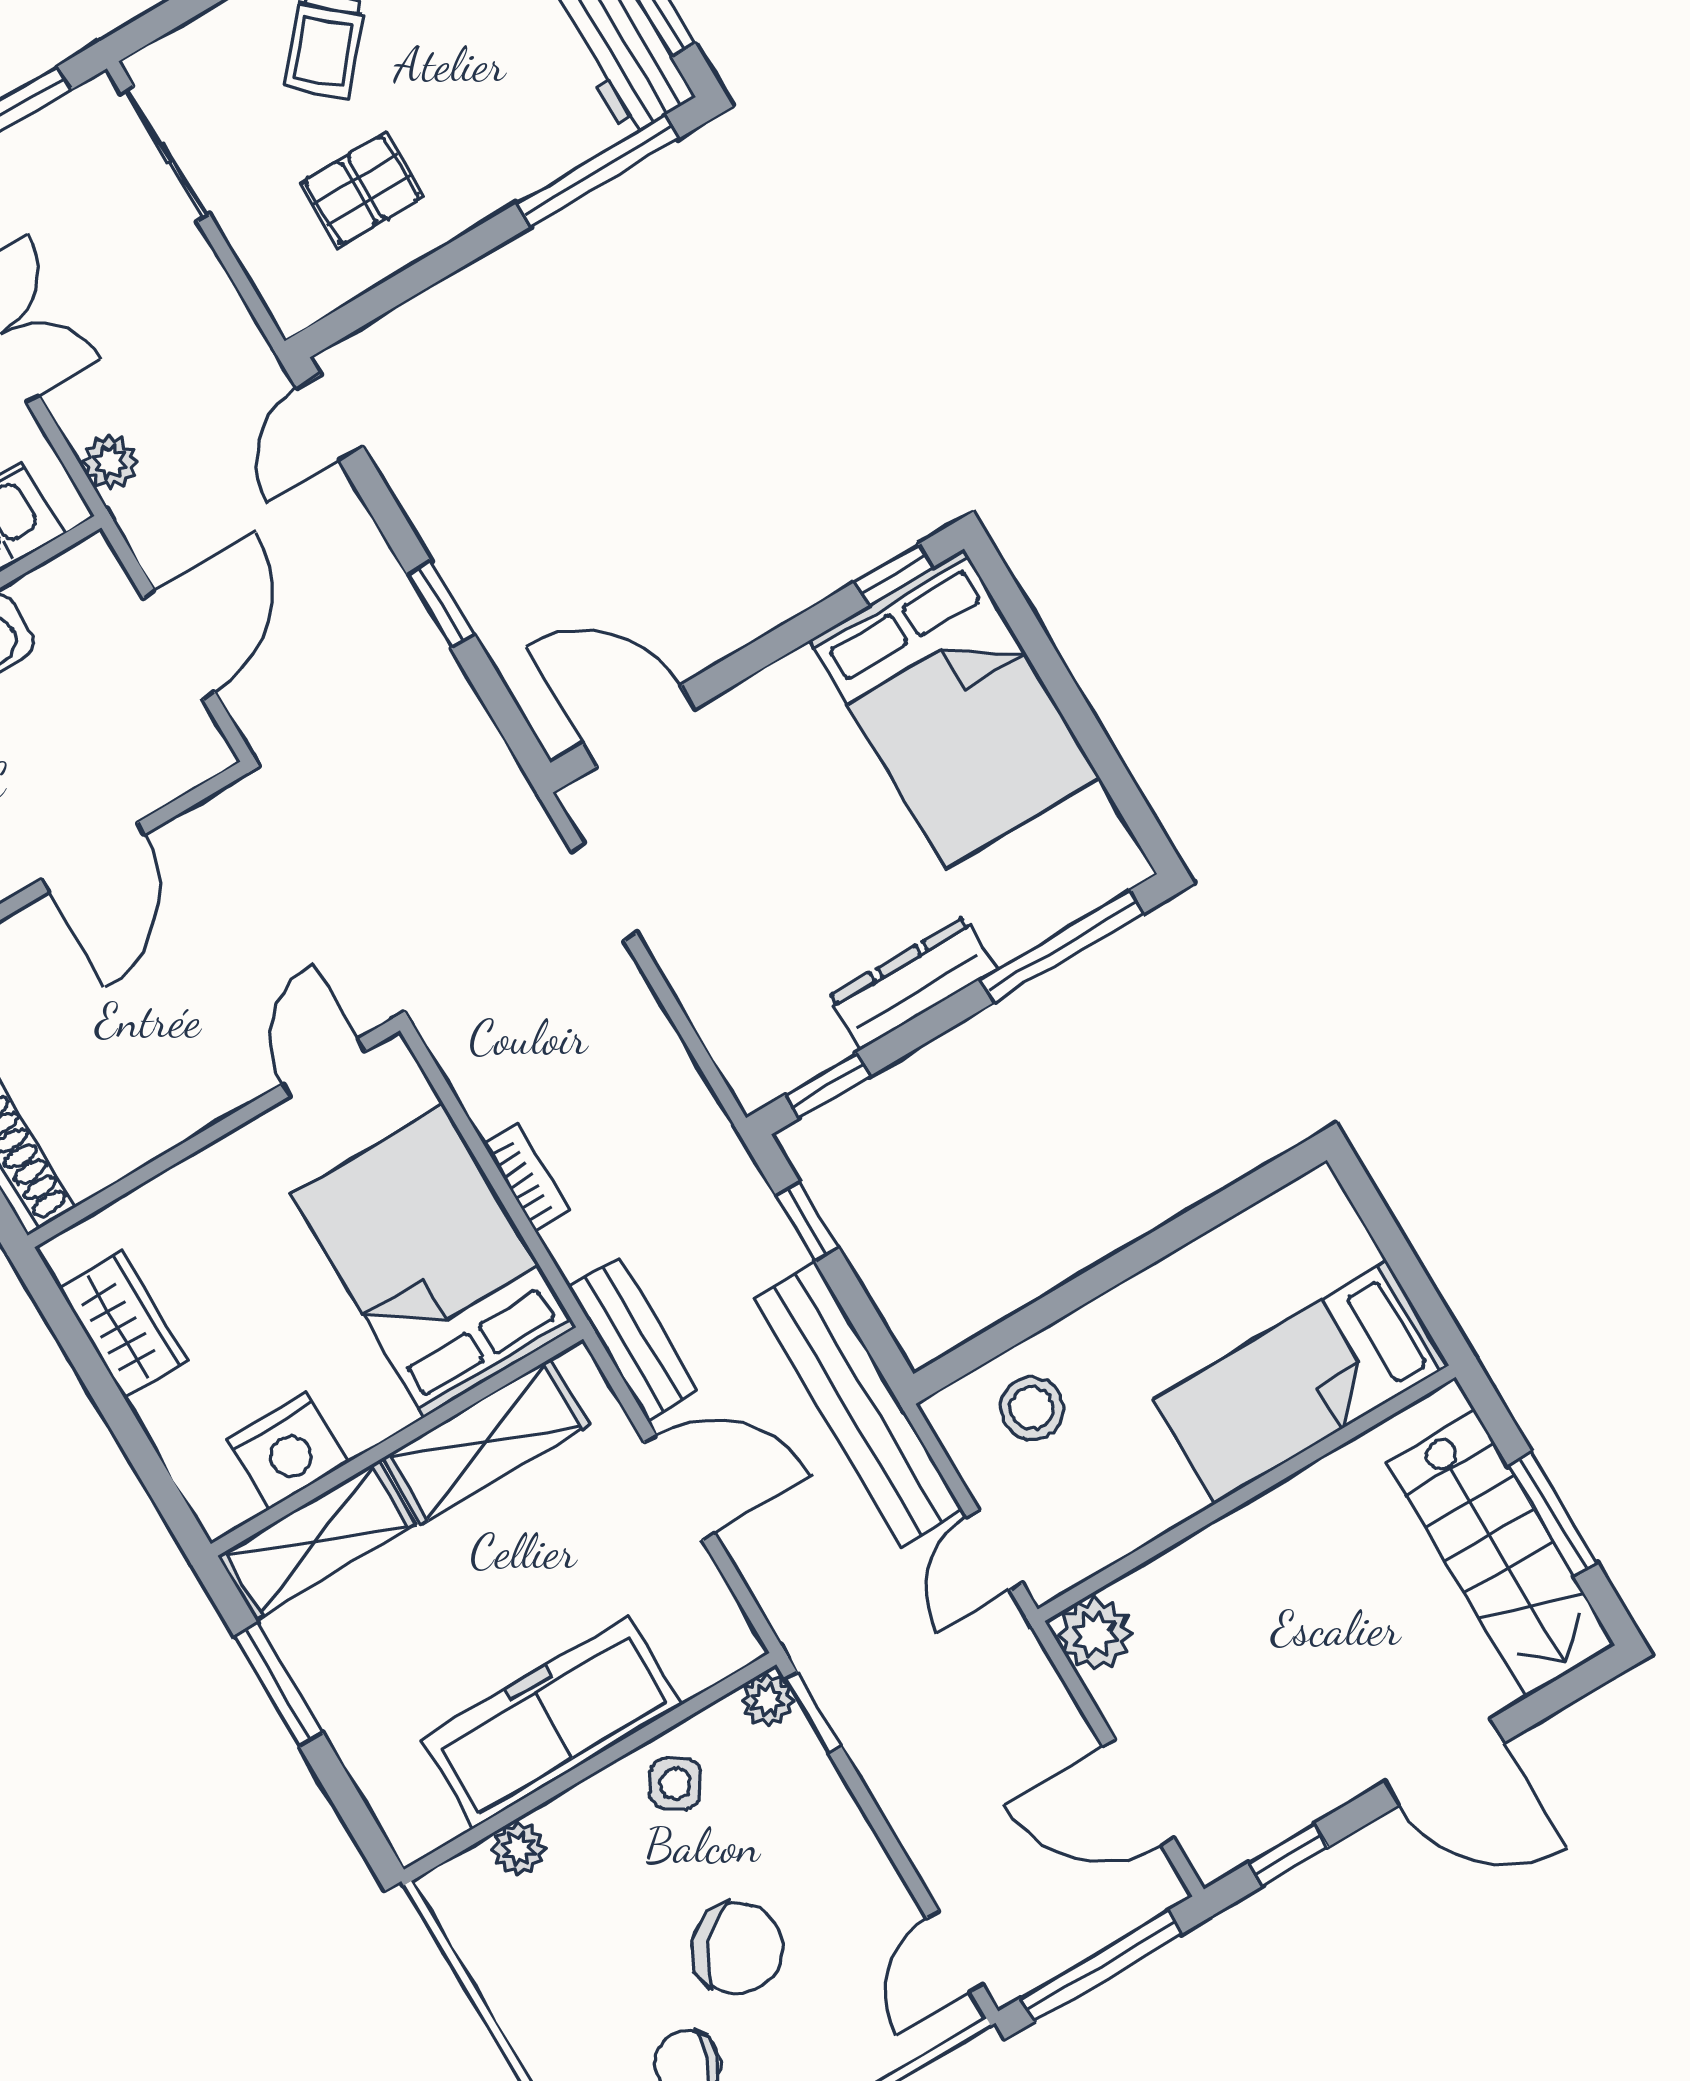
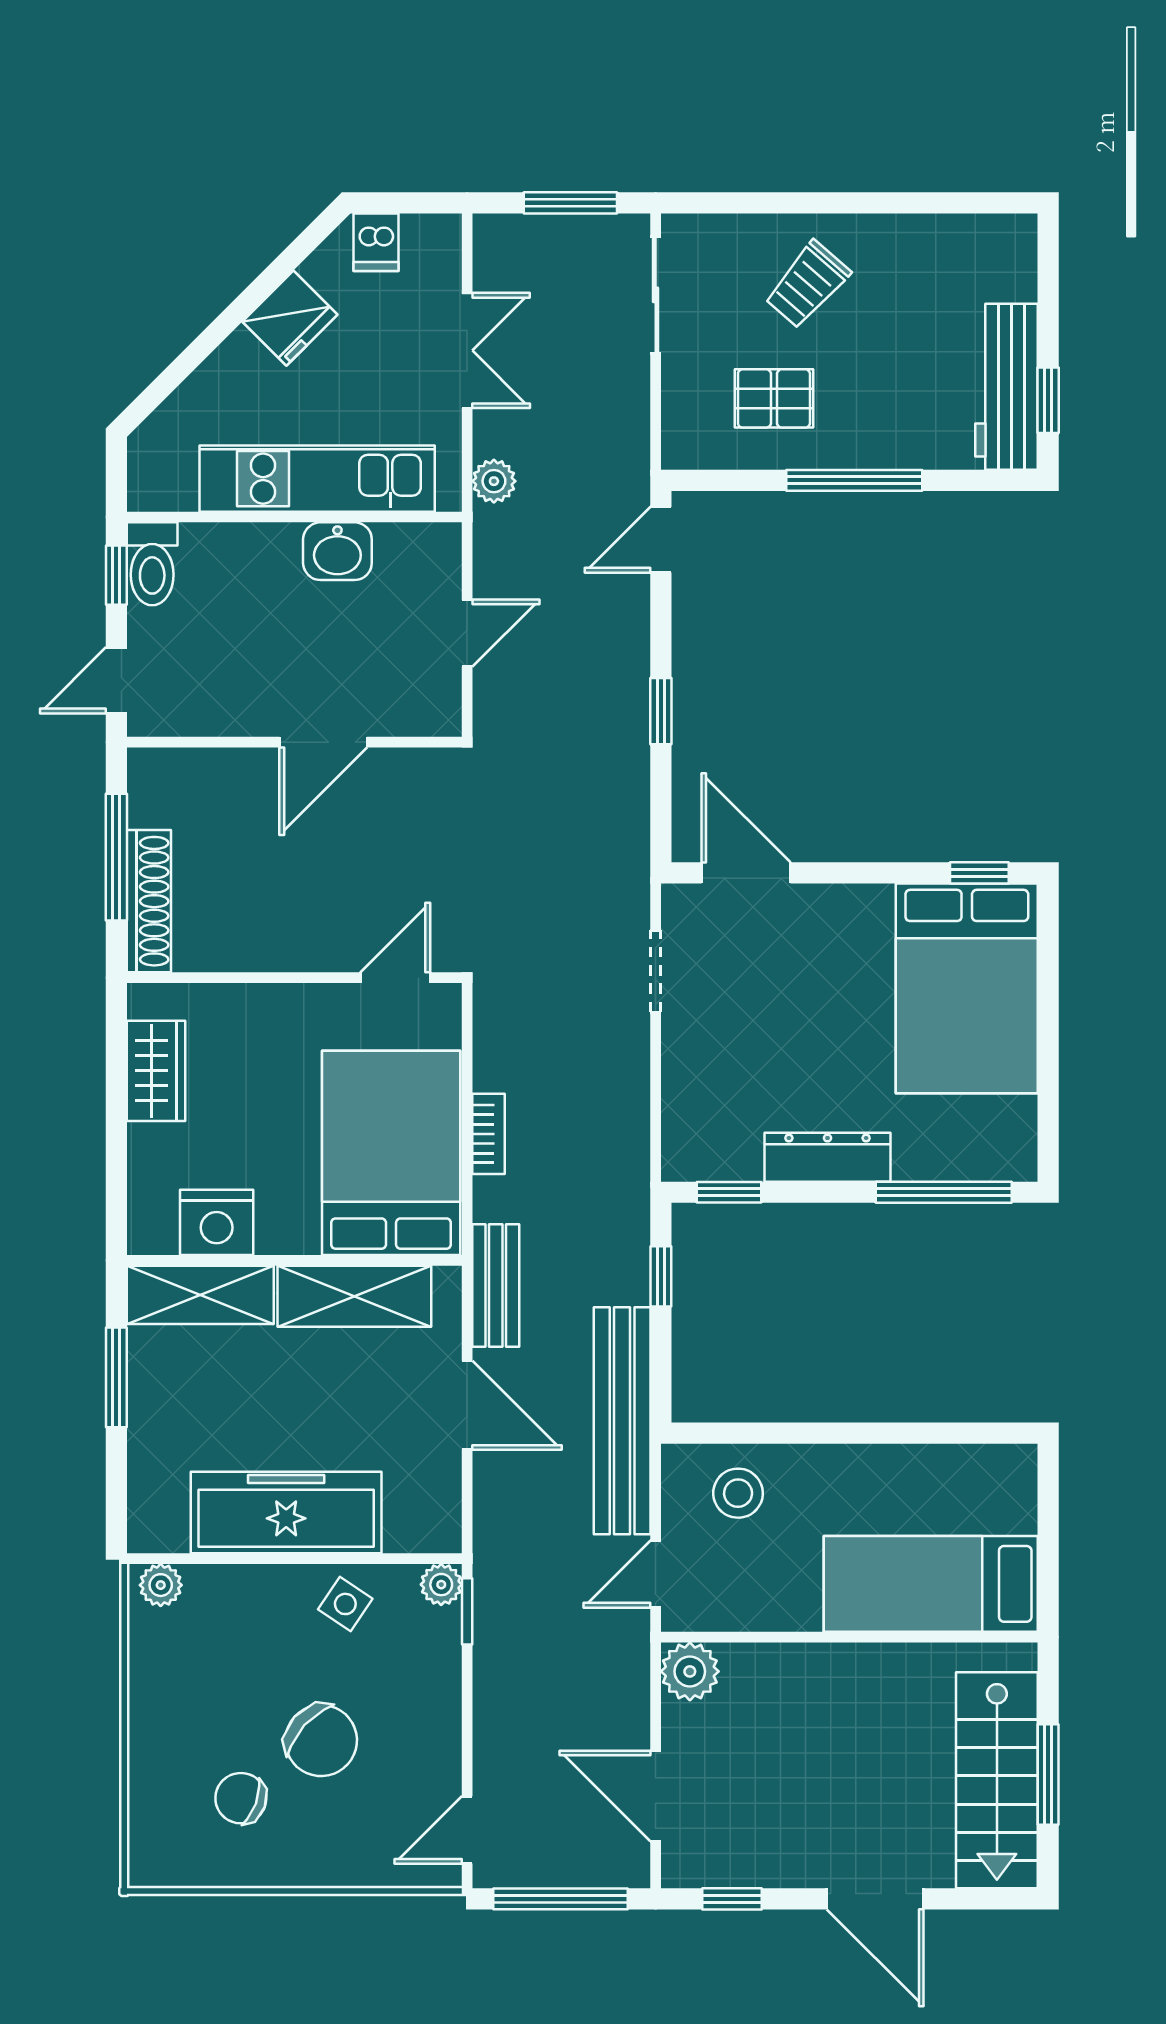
window: (598, 171) -> (854, 480), moved
door: (179, 645) -> (467, 633), width x0.73
plant: (518, 1849) -> (161, 1585), moved

